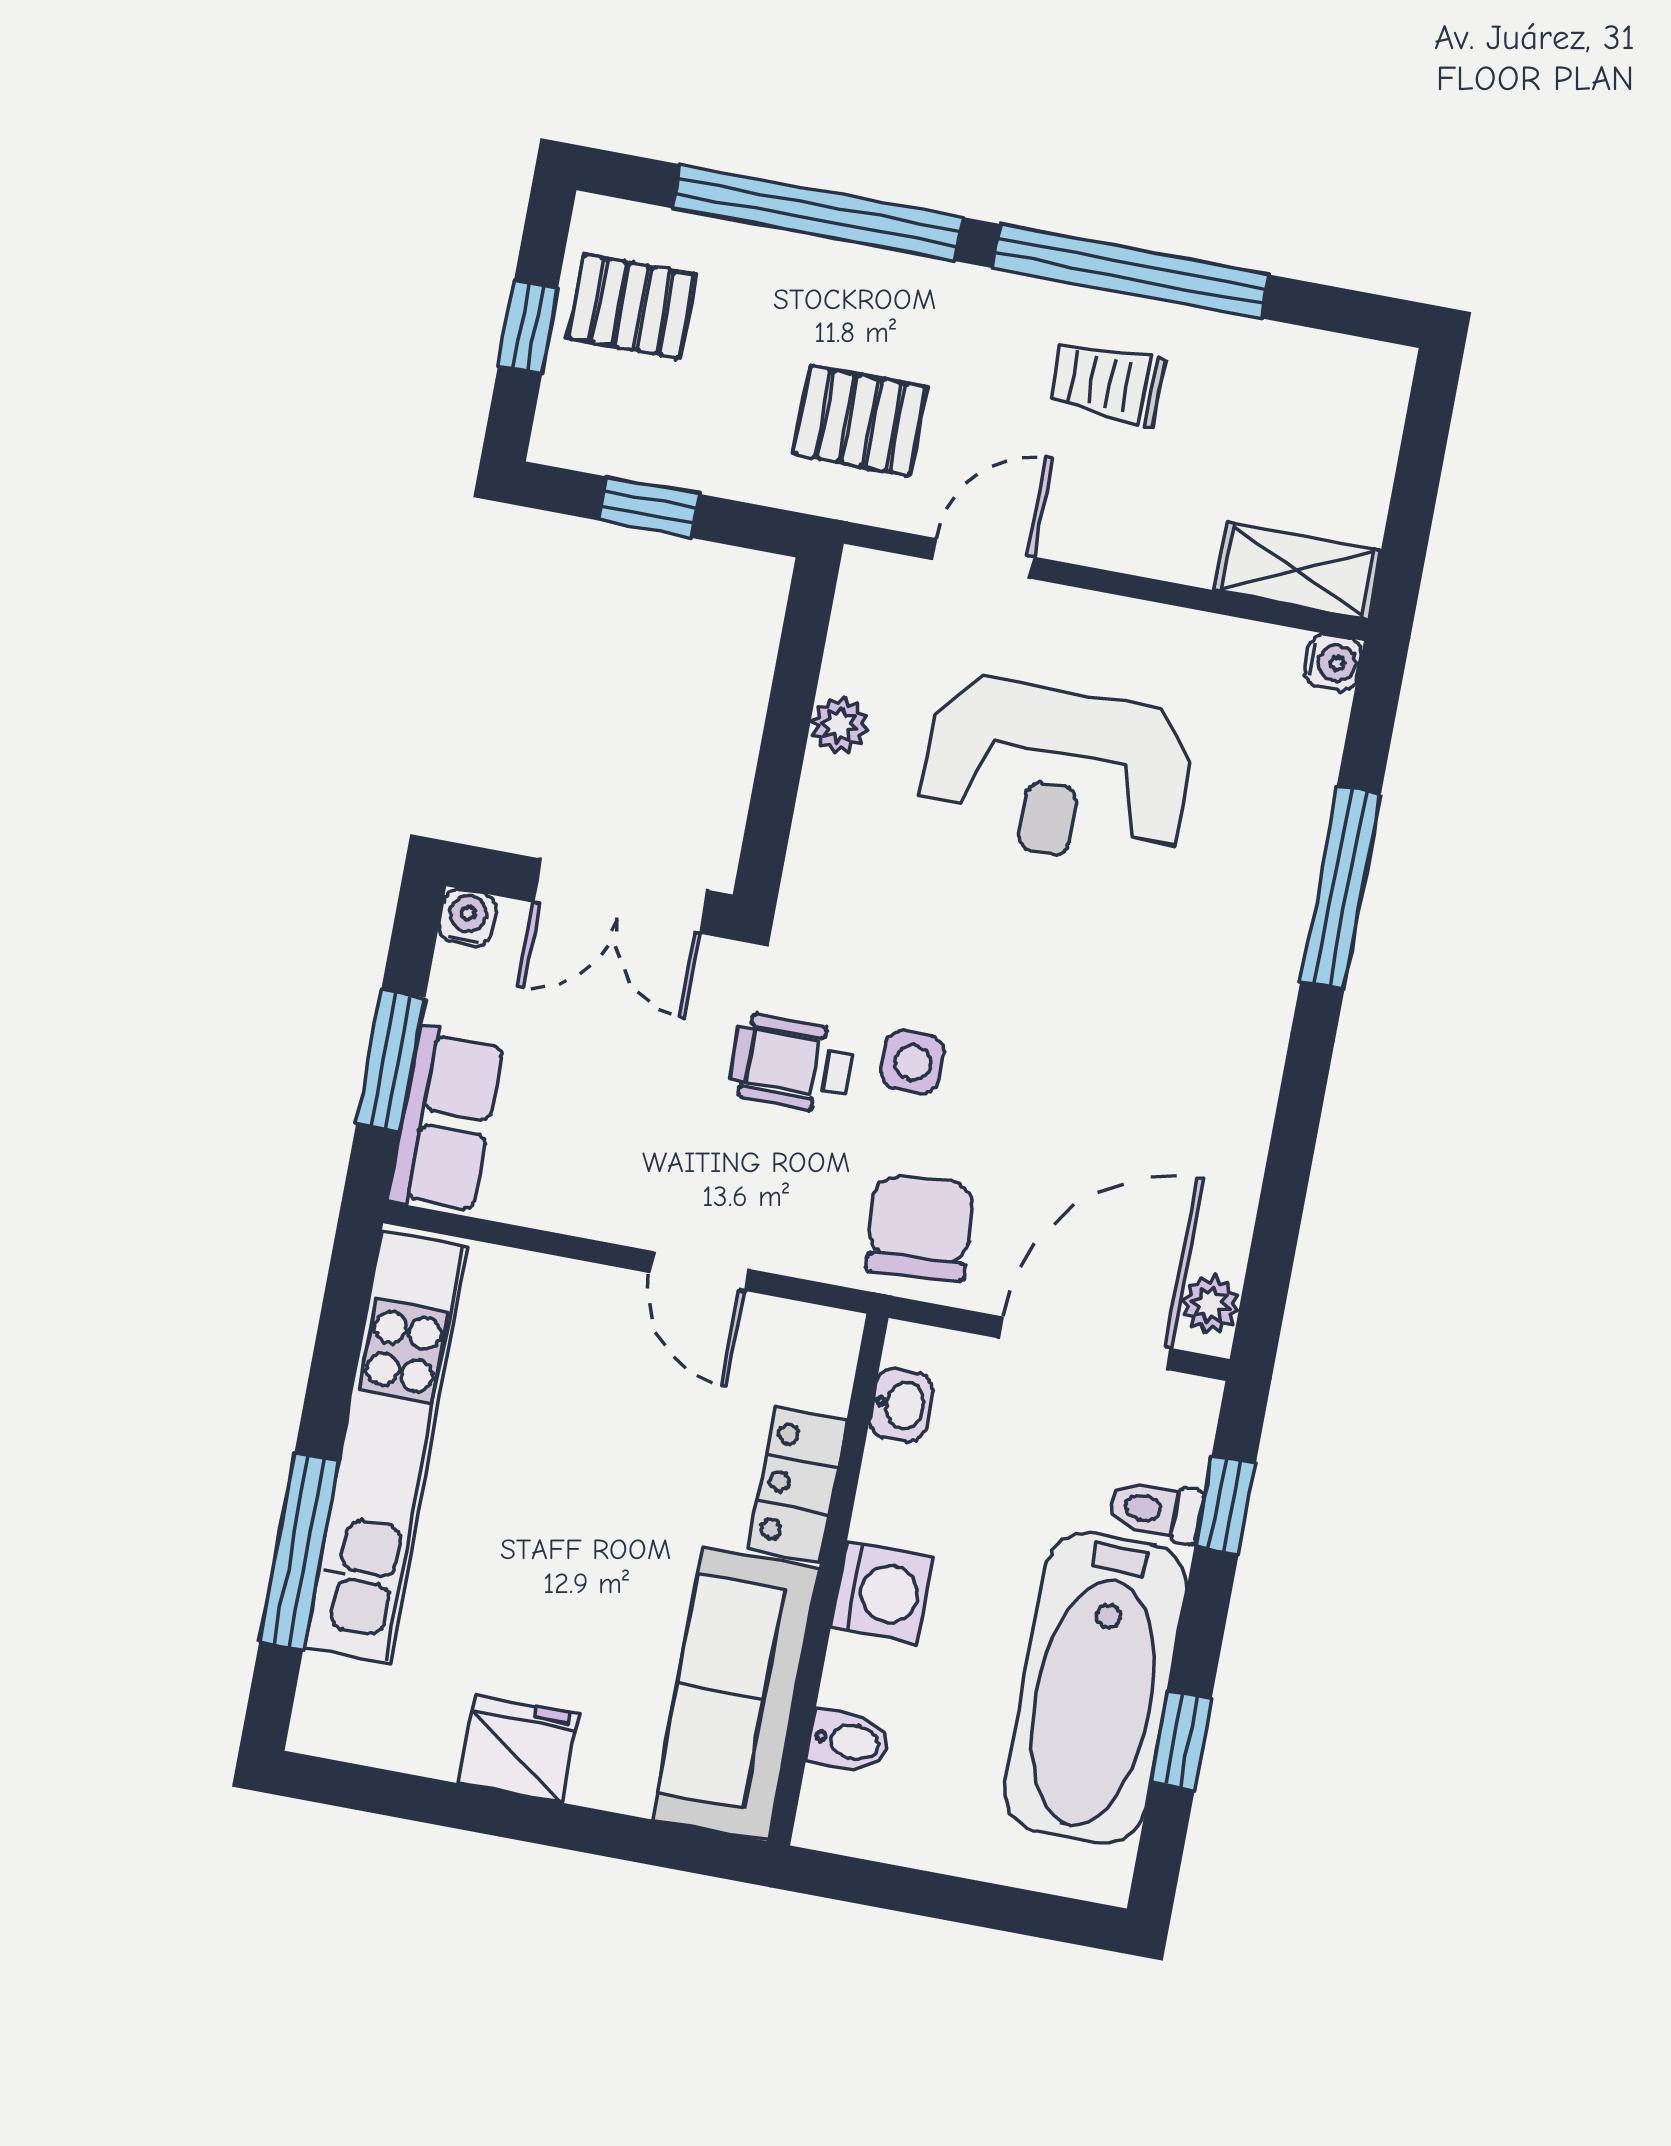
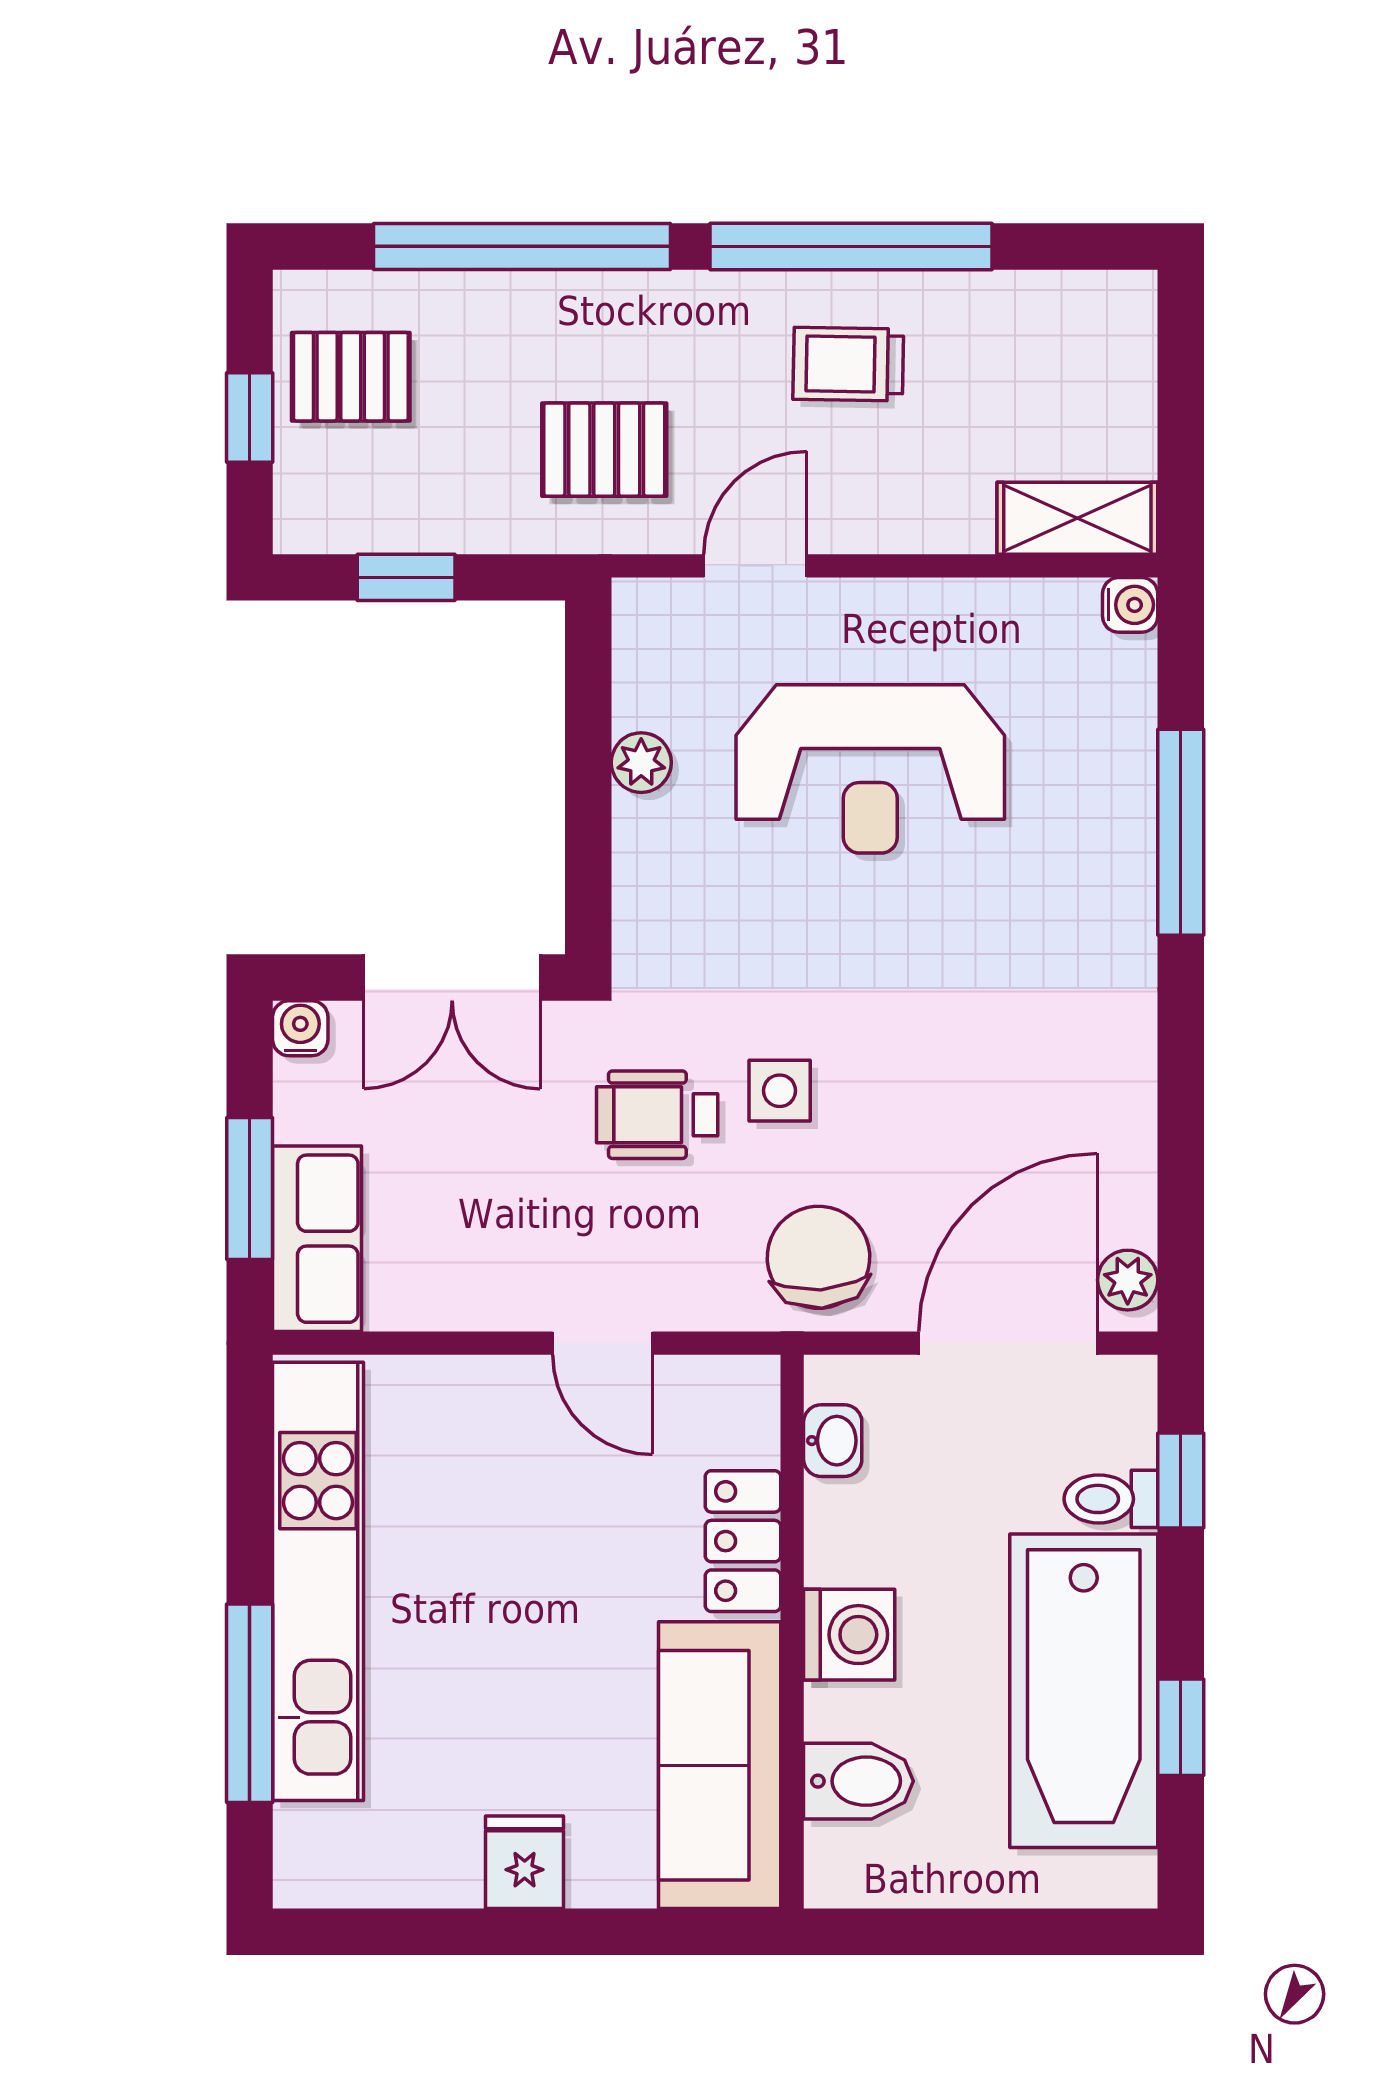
bidet: (849, 1741) -> (859, 1781), width x1.38, depth x1.36
fridge: (518, 1749) -> (525, 1862), width x0.72

